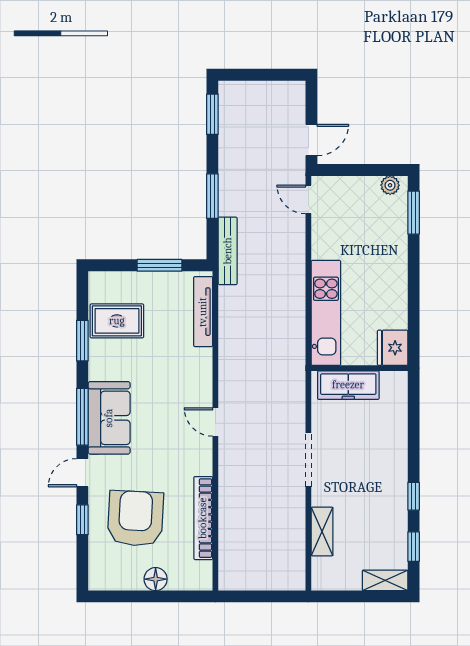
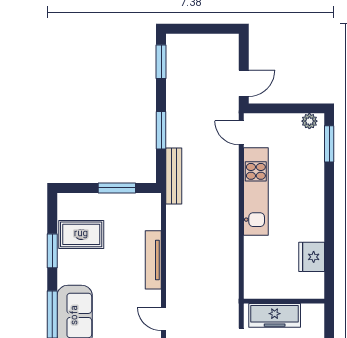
tv unit: (203, 312) -> (153, 260), moved
kitchen unit: (326, 313) -> (256, 192), moved
wall: (359, 368) -> (284, 301), moved
freezer: (348, 385) -> (275, 315), moved

